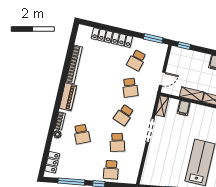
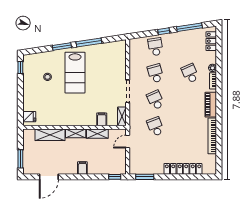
school desk: (136, 60) -> (155, 153), removed
school desk: (124, 115) -> (155, 100), turned -45

